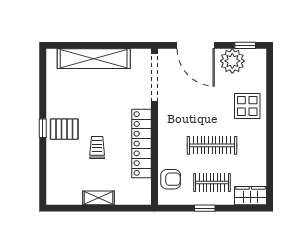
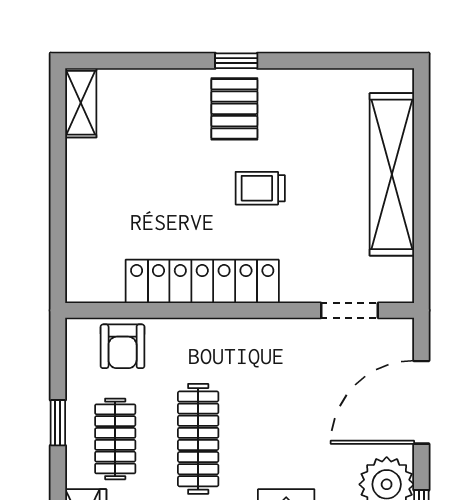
doorway: (155, 78) -> (349, 310), width x0.53
trolley: (97, 148) -> (260, 188), moved, turned 180
shelving: (99, 198) -> (81, 103), moved

